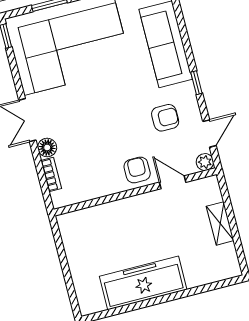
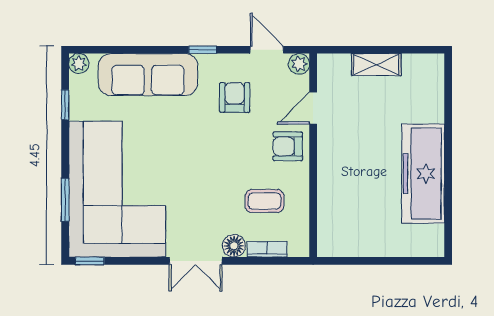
coffee table: (89, 163) -> (264, 201), added

